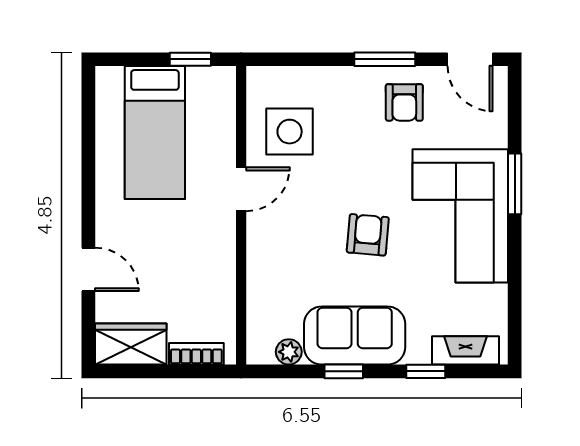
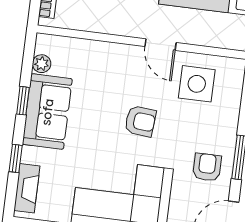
armchair: (404, 102) -> (207, 167), turned 90
armchair: (368, 235) -> (140, 121), moved

